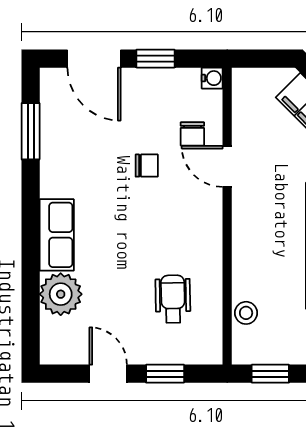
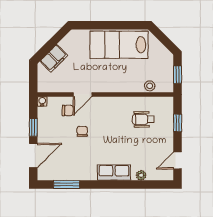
plant: (61, 294) -> (141, 175), width x0.53, depth x0.53
door: (108, 374) -> (178, 160), moved

